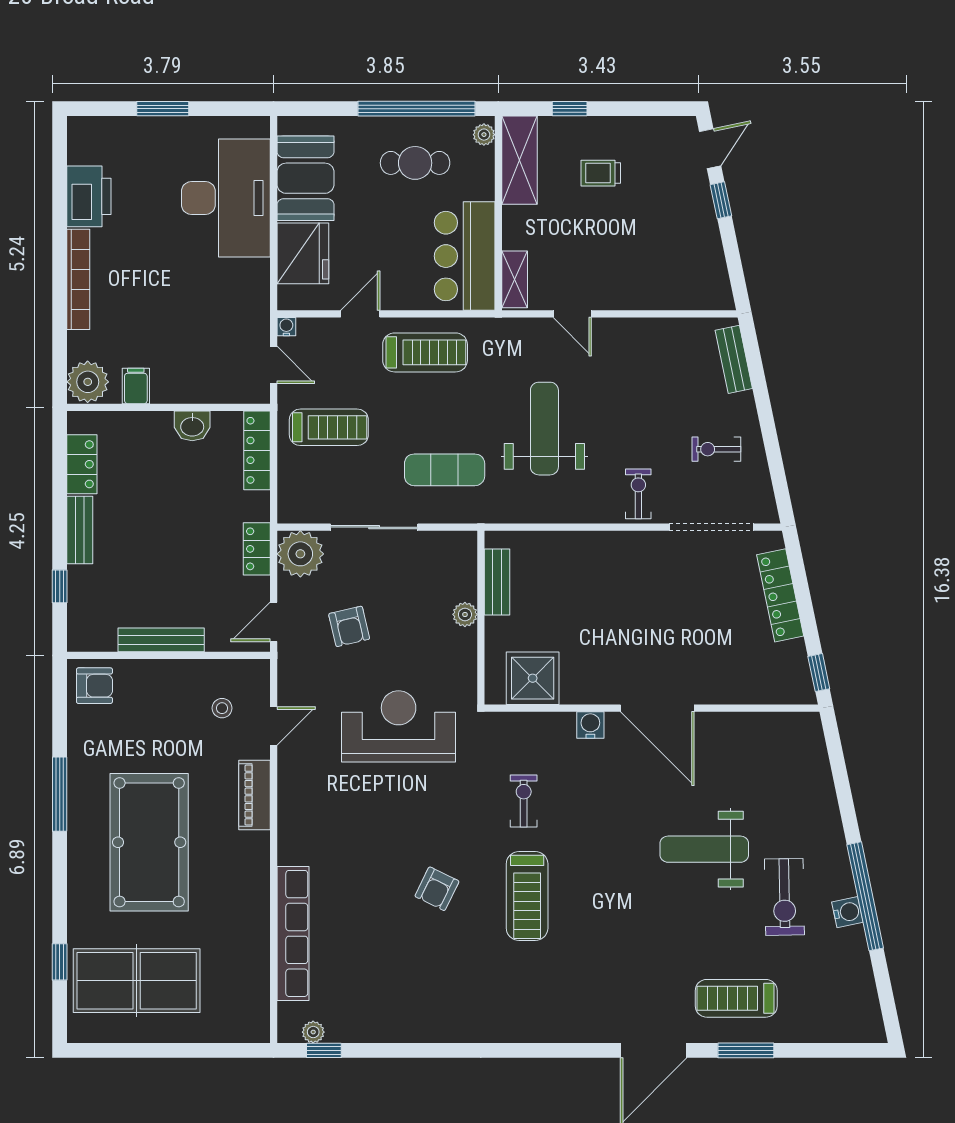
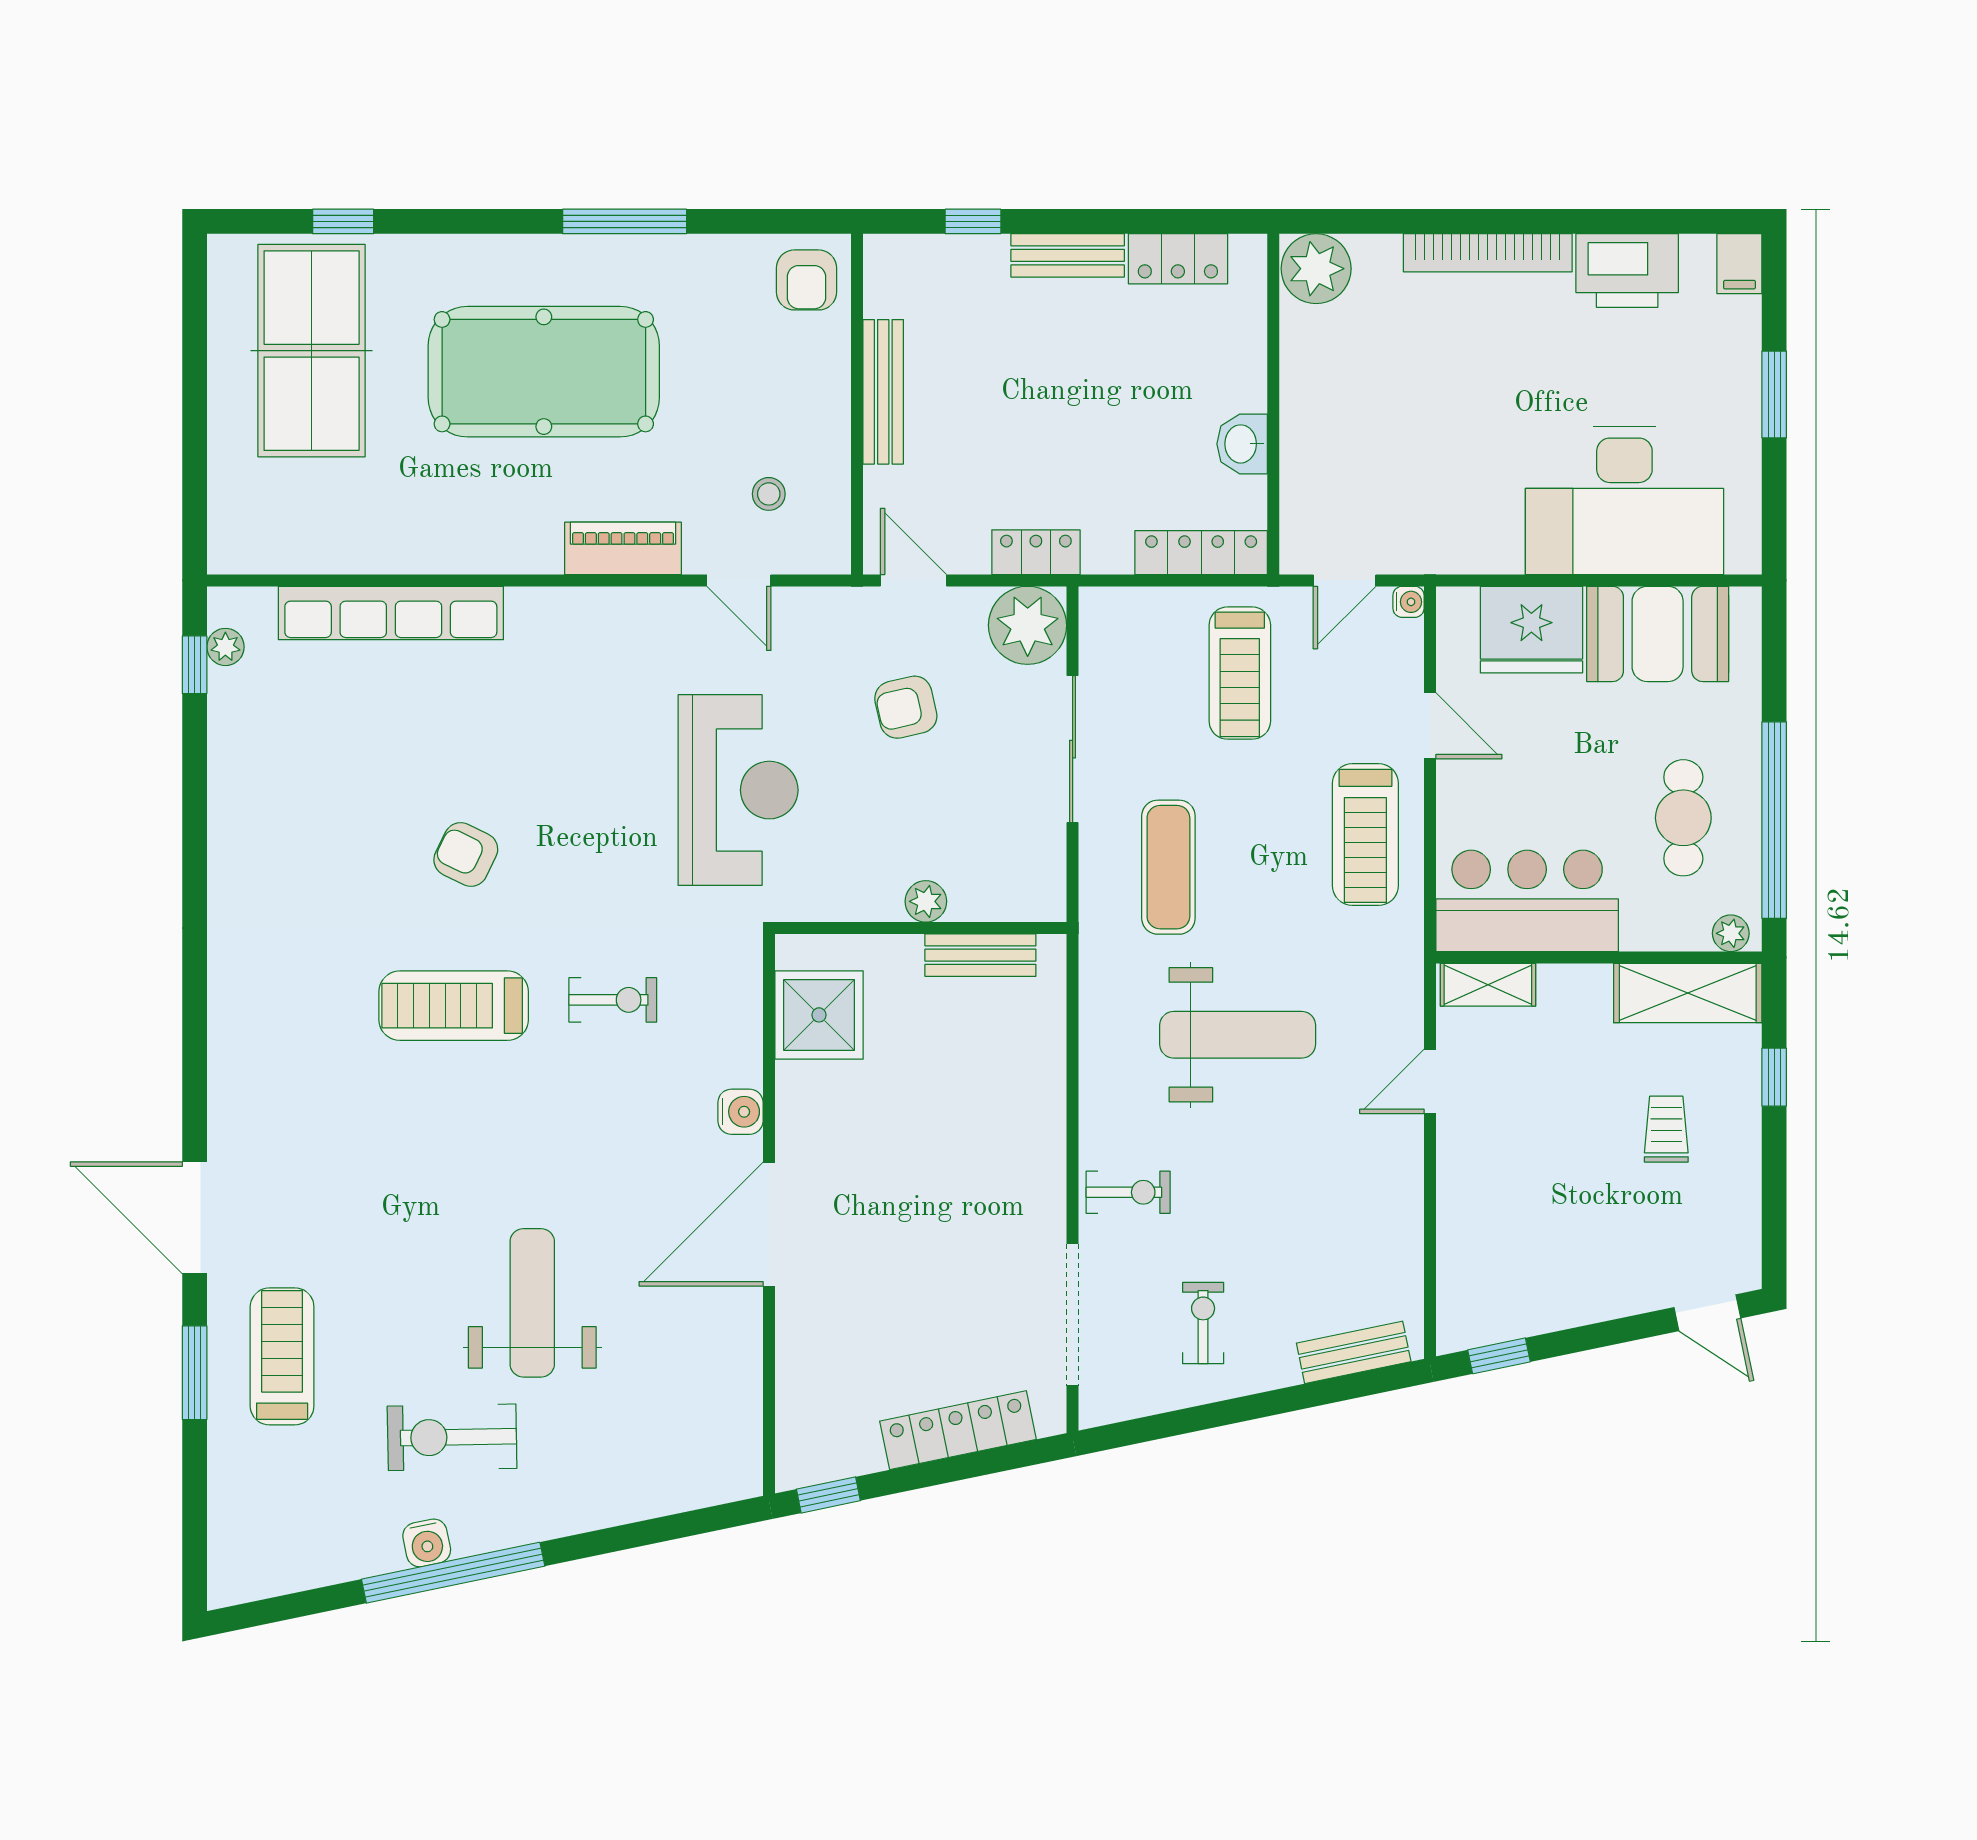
window: (721, 200) -> (1499, 1356), moved
filing cabinet: (136, 386) -> (1739, 264), moved, turned 90

